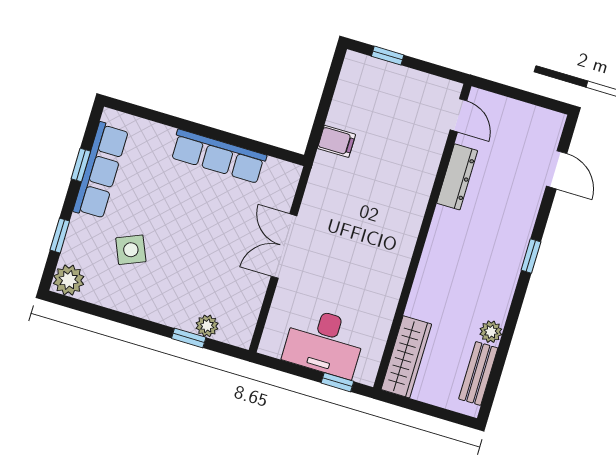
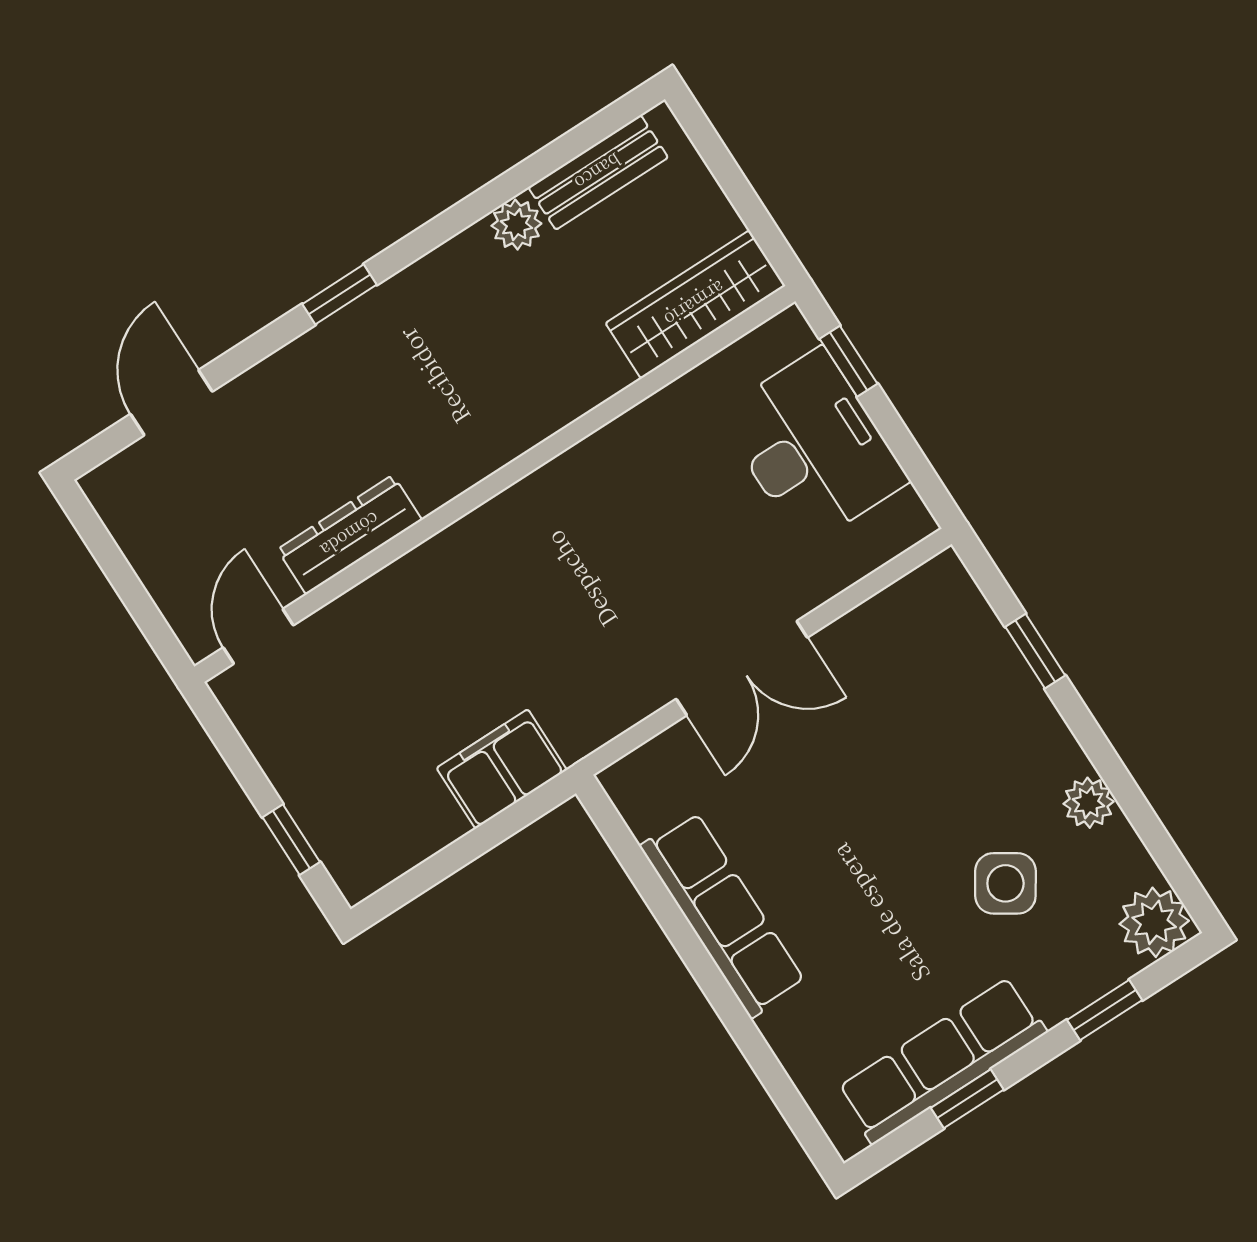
filing cabinet: (337, 141) -> (502, 769), width x2.00
side table: (131, 250) -> (1005, 883), turned -34
plant: (207, 326) -> (1089, 803), moved

